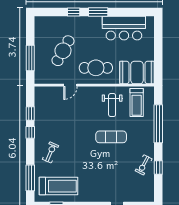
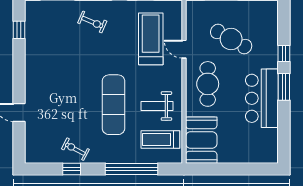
bar counter: (124, 28) -> (262, 98), moved
exercise mat: (111, 137) -> (113, 105), width x1.36, depth x1.45
treadmill: (58, 186) -> (151, 39), moved, turned 180

